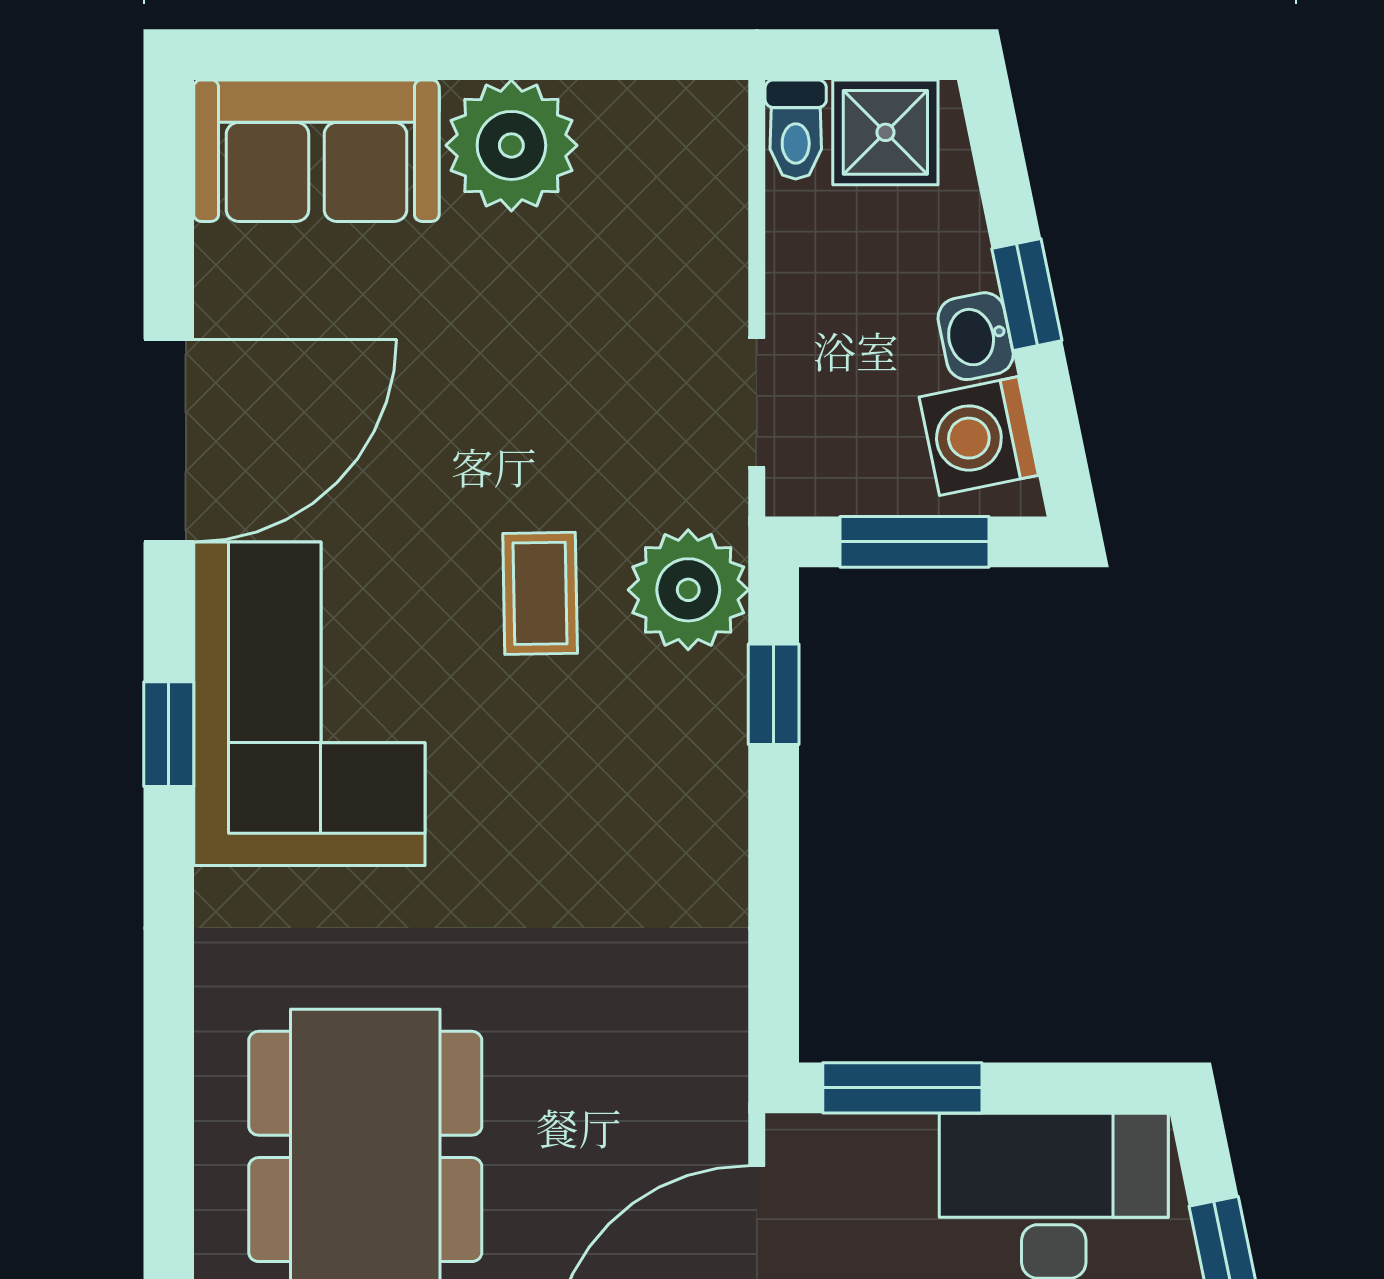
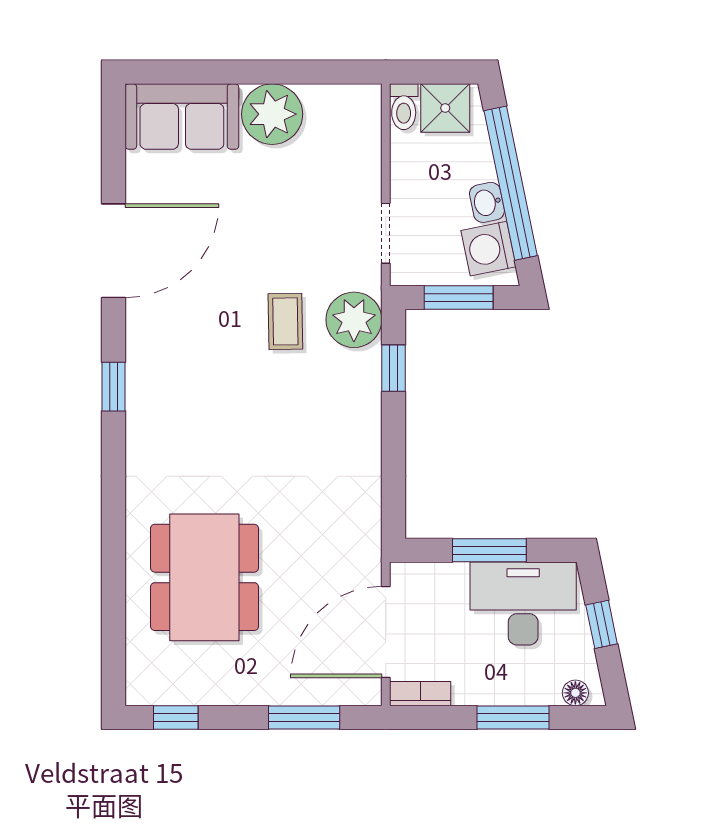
window: (1027, 295) -> (511, 183), width x3.17
corner sofa: (309, 704) -> (179, 373), removed
window: (902, 1088) -> (489, 550), moved

